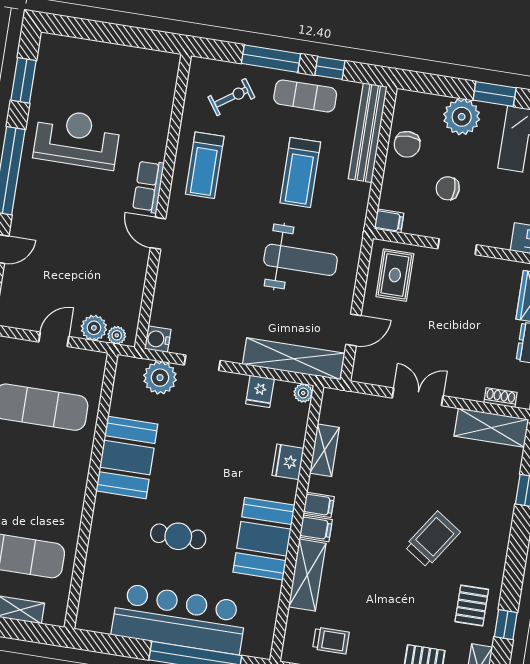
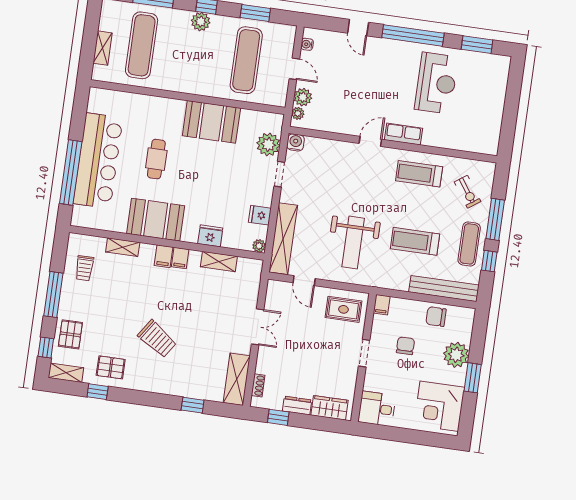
water cooler: (19, 321) -> (307, 44), added
shelving: (307, 575) -> (123, 247), width x0.67, depth x0.75

